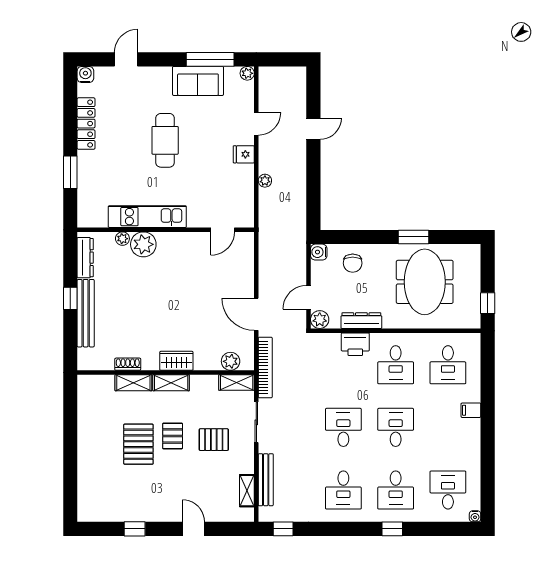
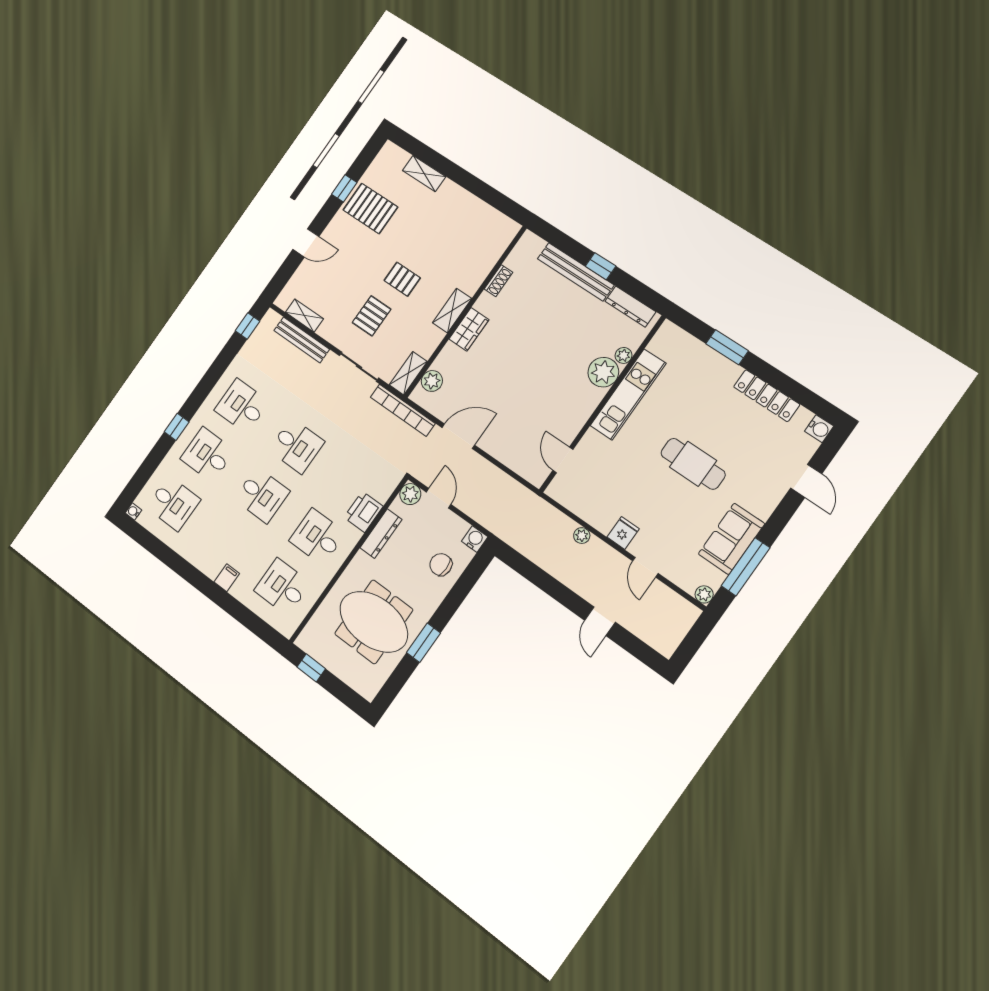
shelving: (133, 383) -> (424, 174), moved, turned 90
pallet: (138, 444) -> (370, 208), moved

